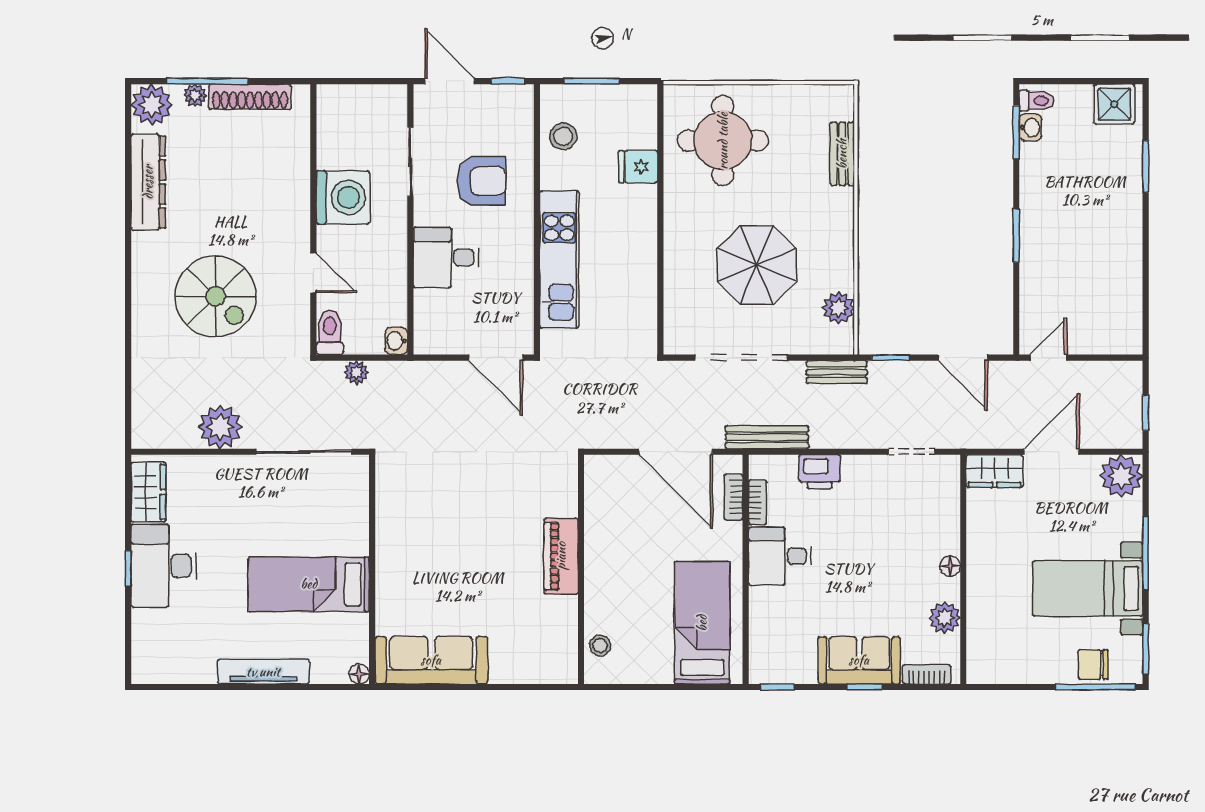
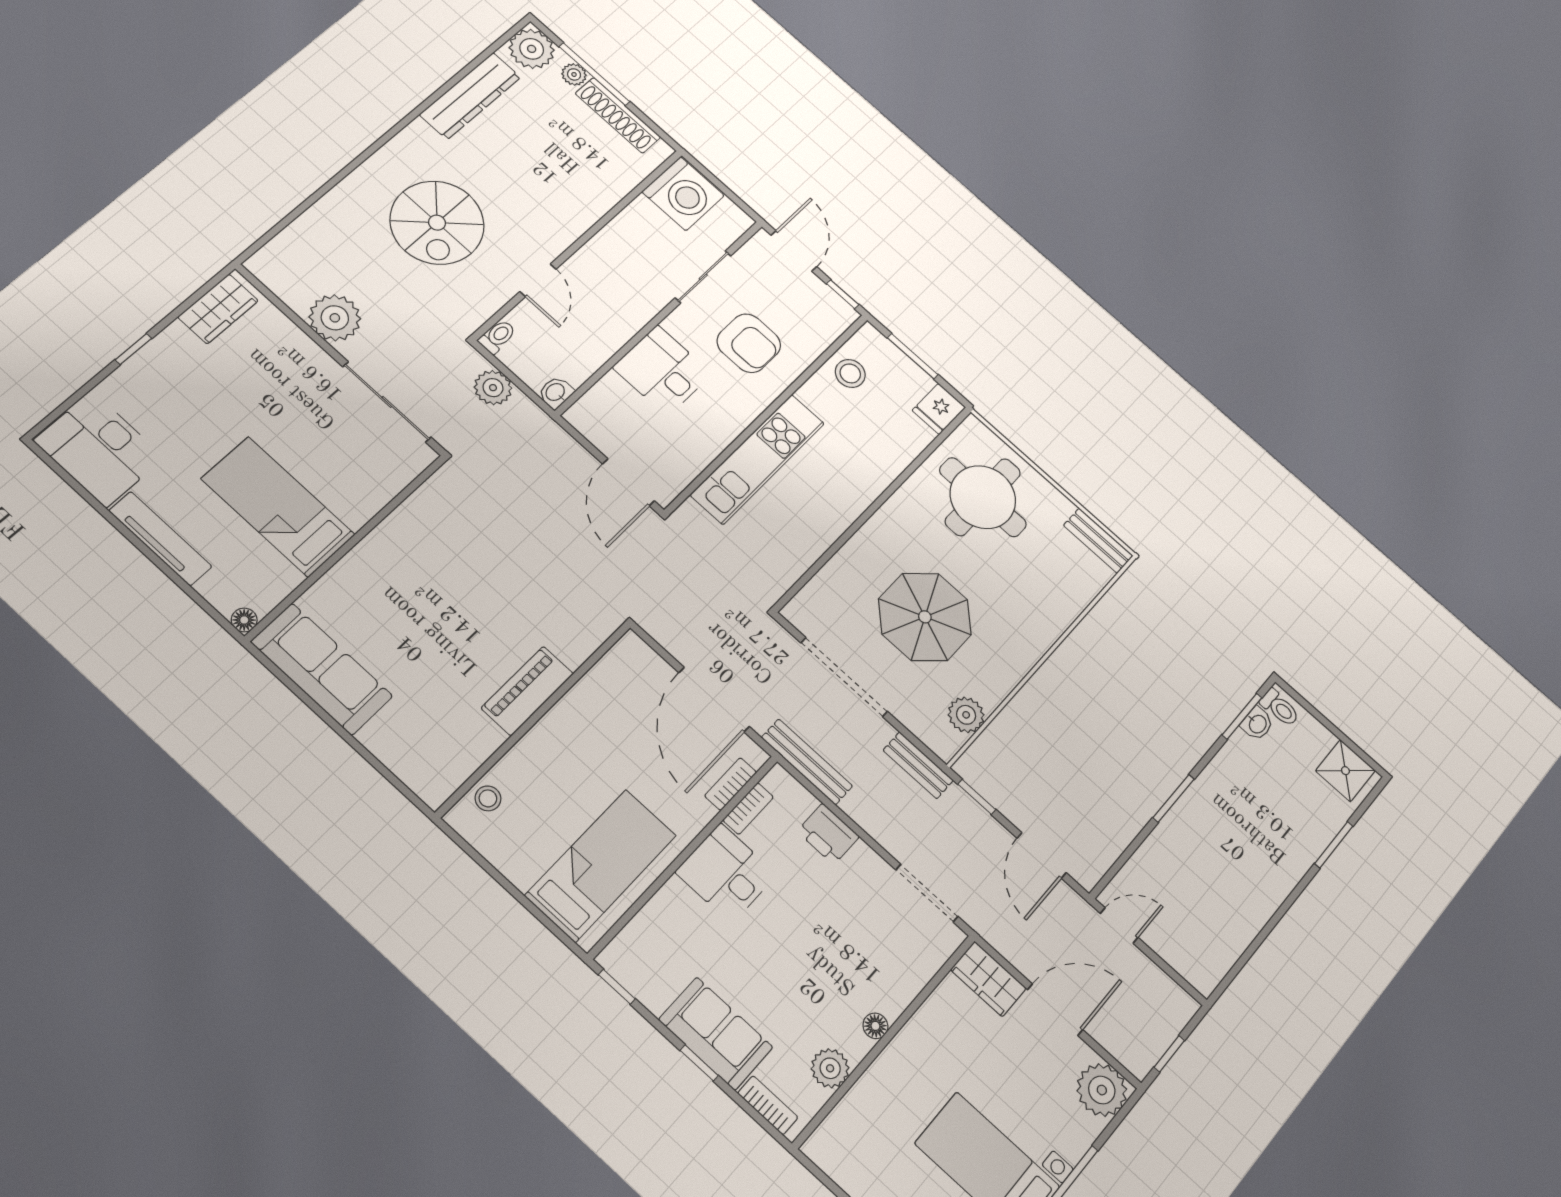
bench: (842, 154) -> (1098, 541), moved, turned 90
fridge: (638, 167) -> (939, 409), moved, turned -90
washing machine: (343, 197) -> (683, 194), moved
toilet: (330, 332) -> (497, 337), width x0.73, depth x0.72
plant: (356, 372) -> (493, 388), width x1.38, depth x1.38
doorway: (912, 452) -> (927, 893), width x1.38
desk: (164, 566) -> (99, 449), moved, turned -90

